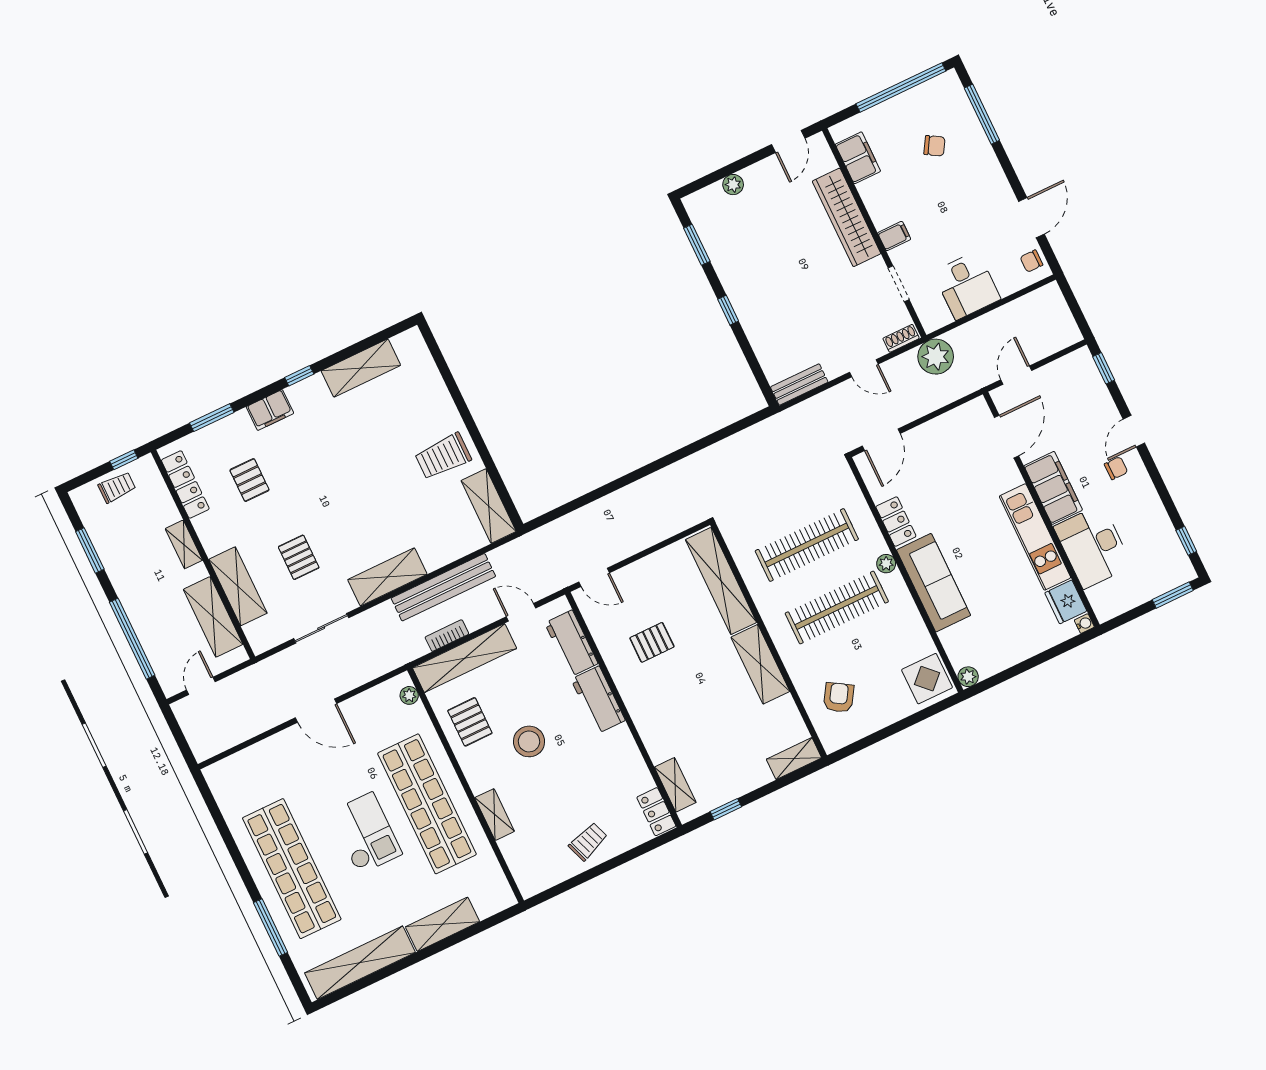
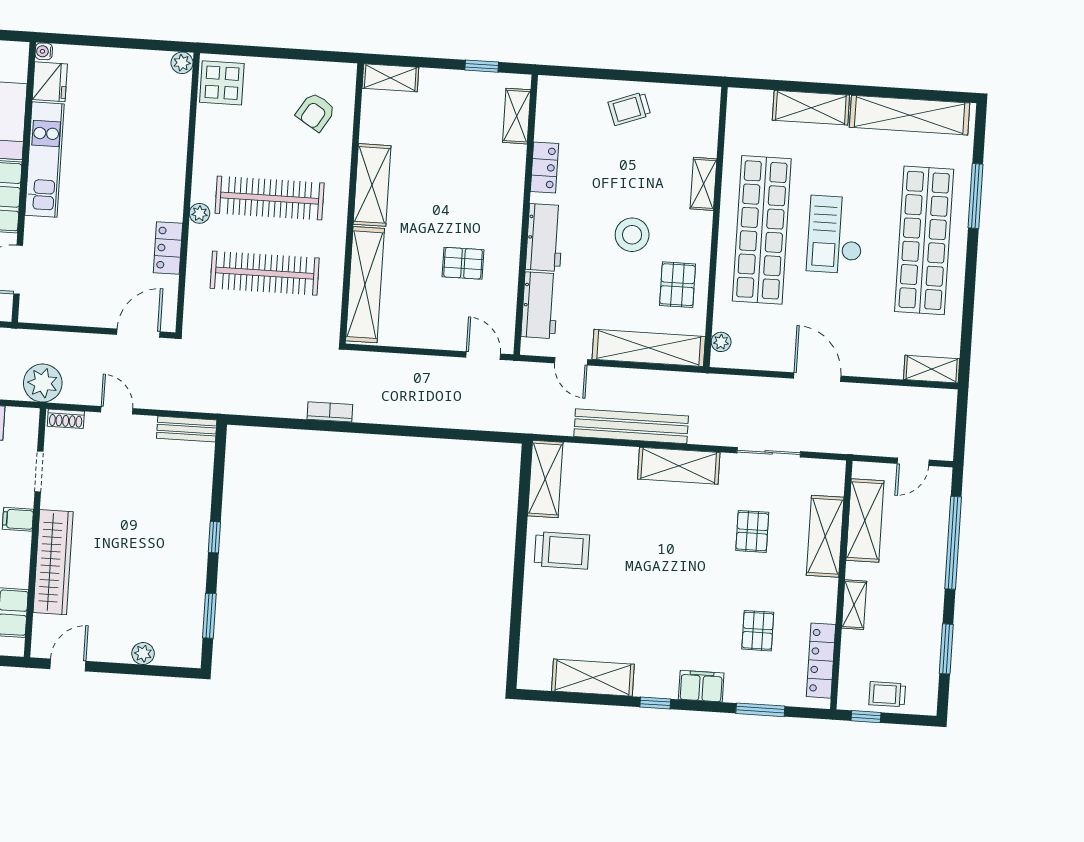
sofa: (934, 583) -> (165, 170), removed
bookcase: (447, 636) -> (330, 412), moved, turned 180
shelving: (228, 769) -> (932, 369), added
locker: (656, 812) -> (544, 168), moved

